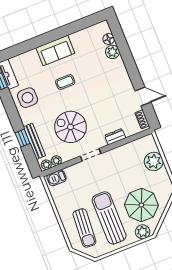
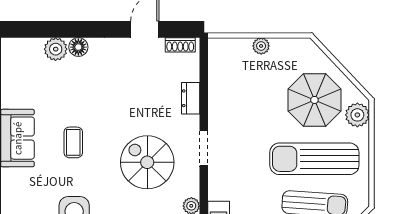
floor lamp: (109, 39) -> (78, 47), moved
spiral stairs: (70, 127) -> (147, 162), turned 90
plant: (154, 161) -> (261, 46), width x0.53, depth x0.53

